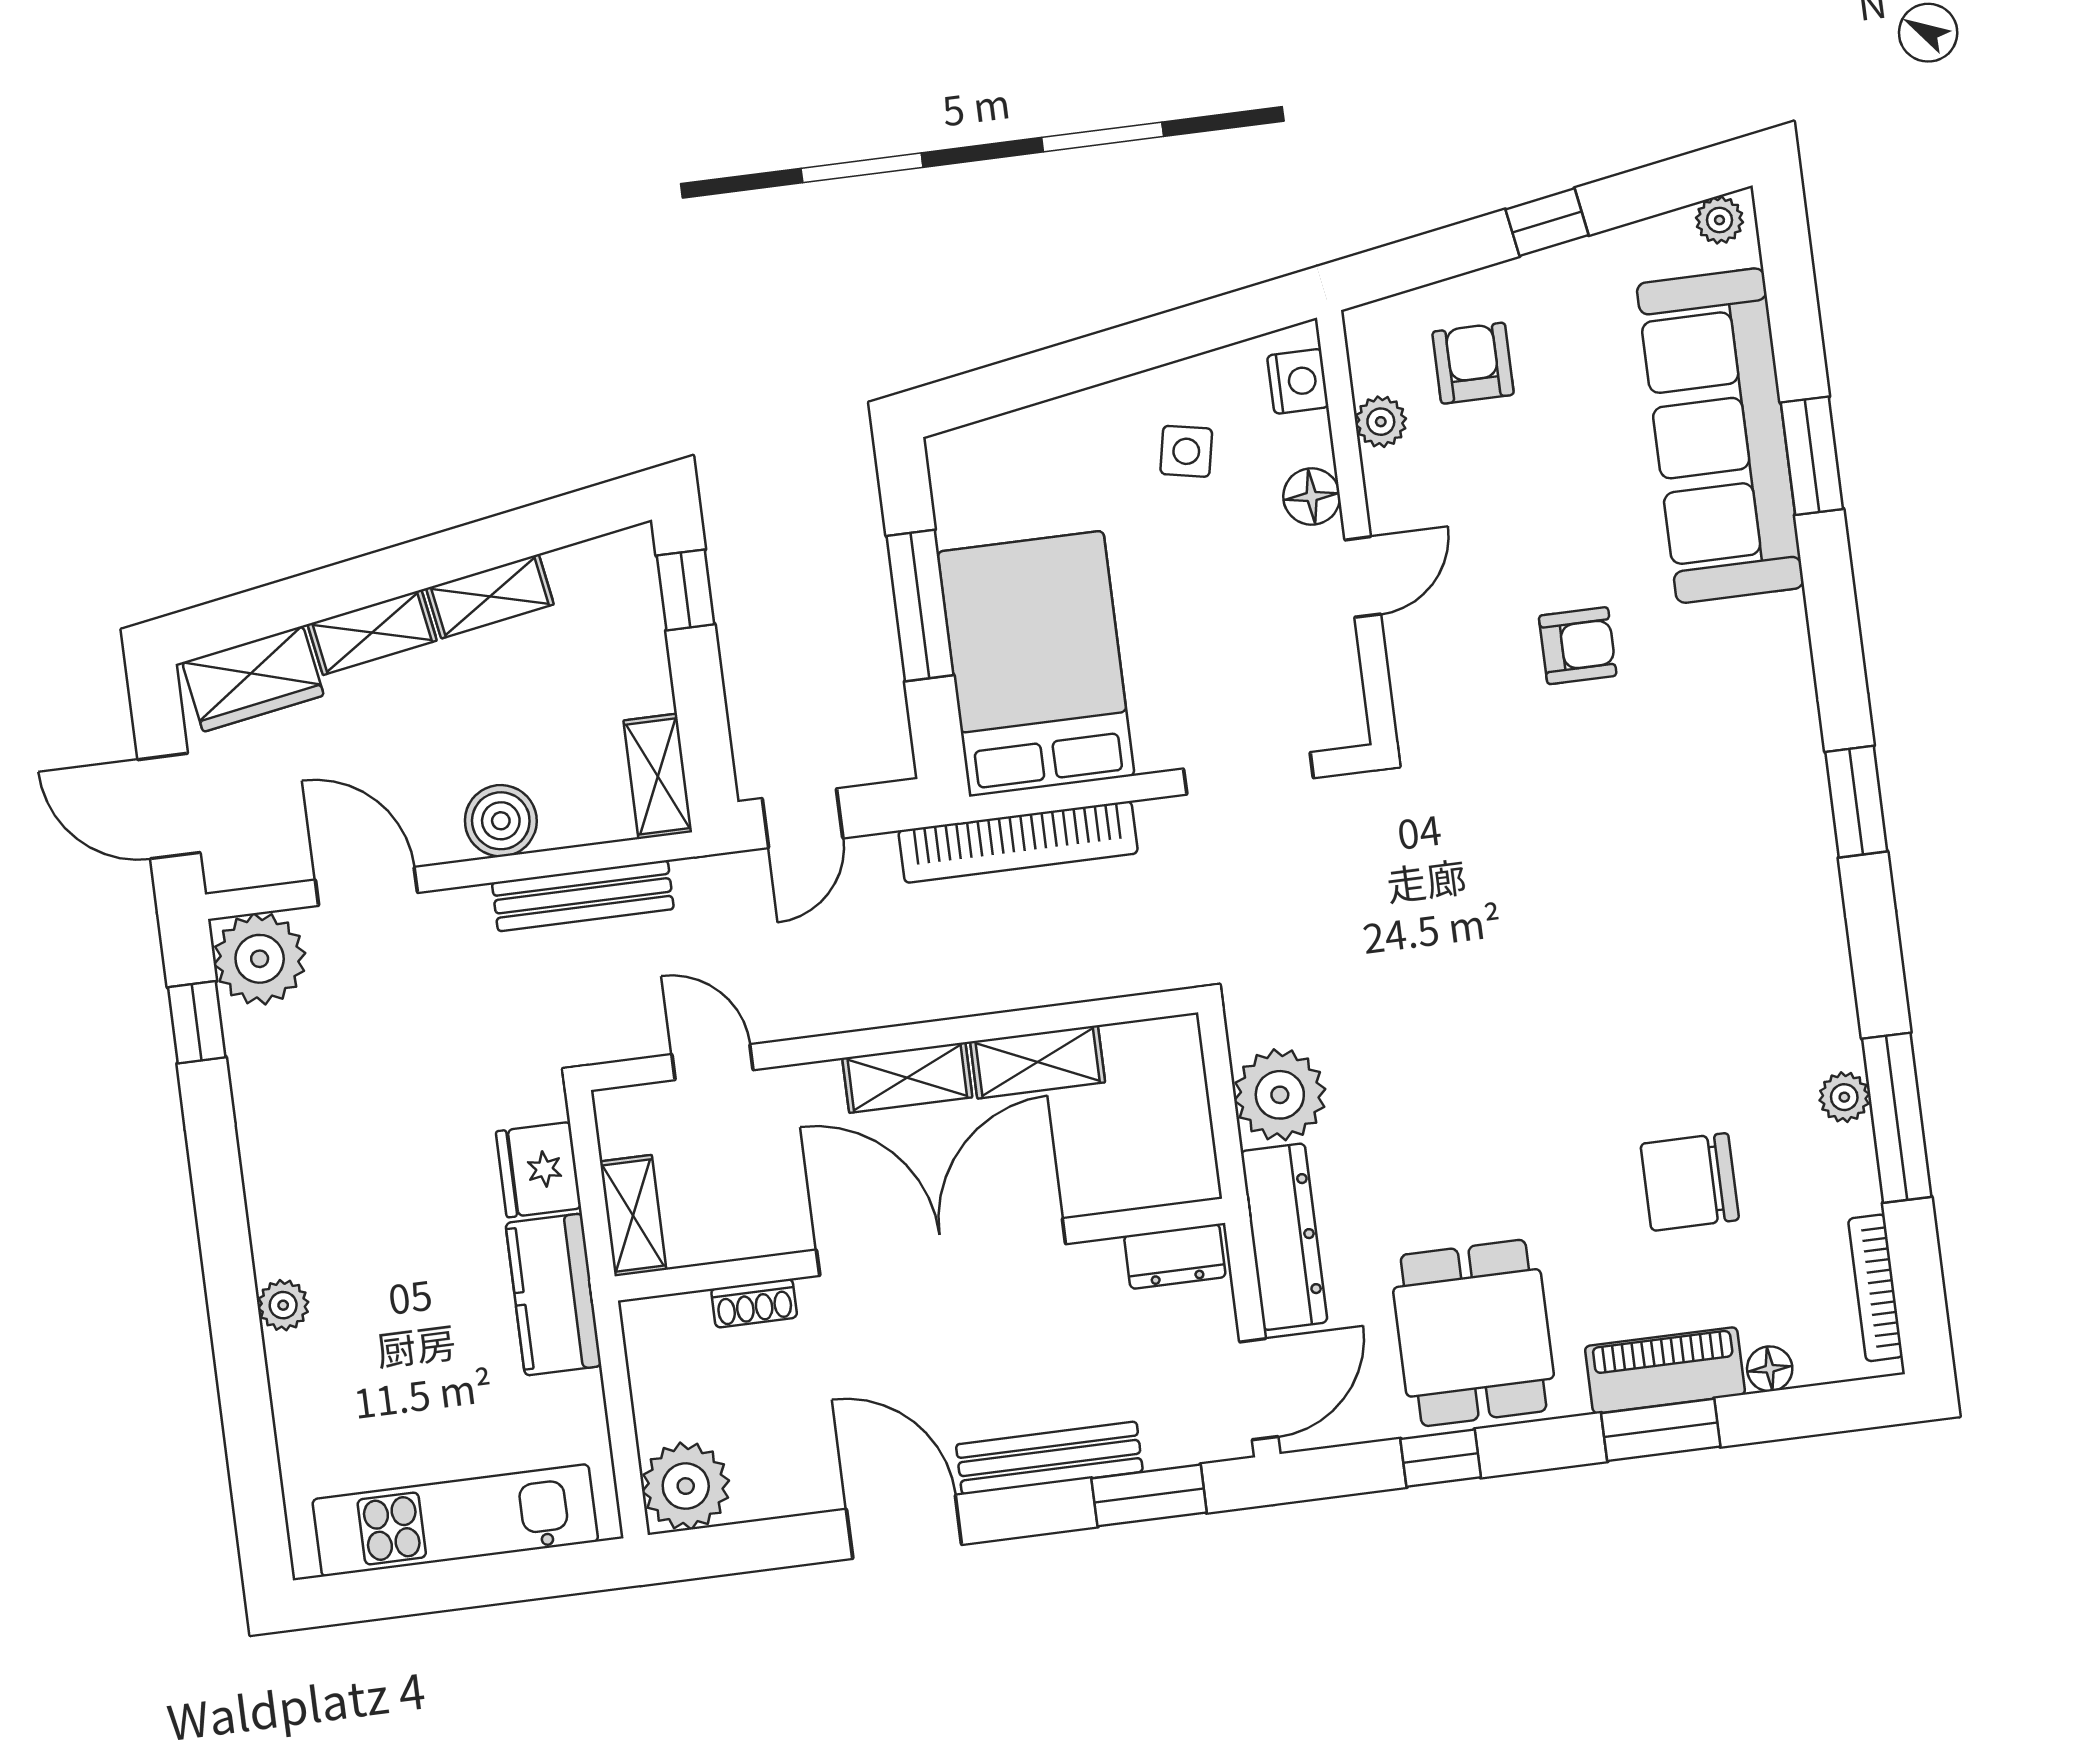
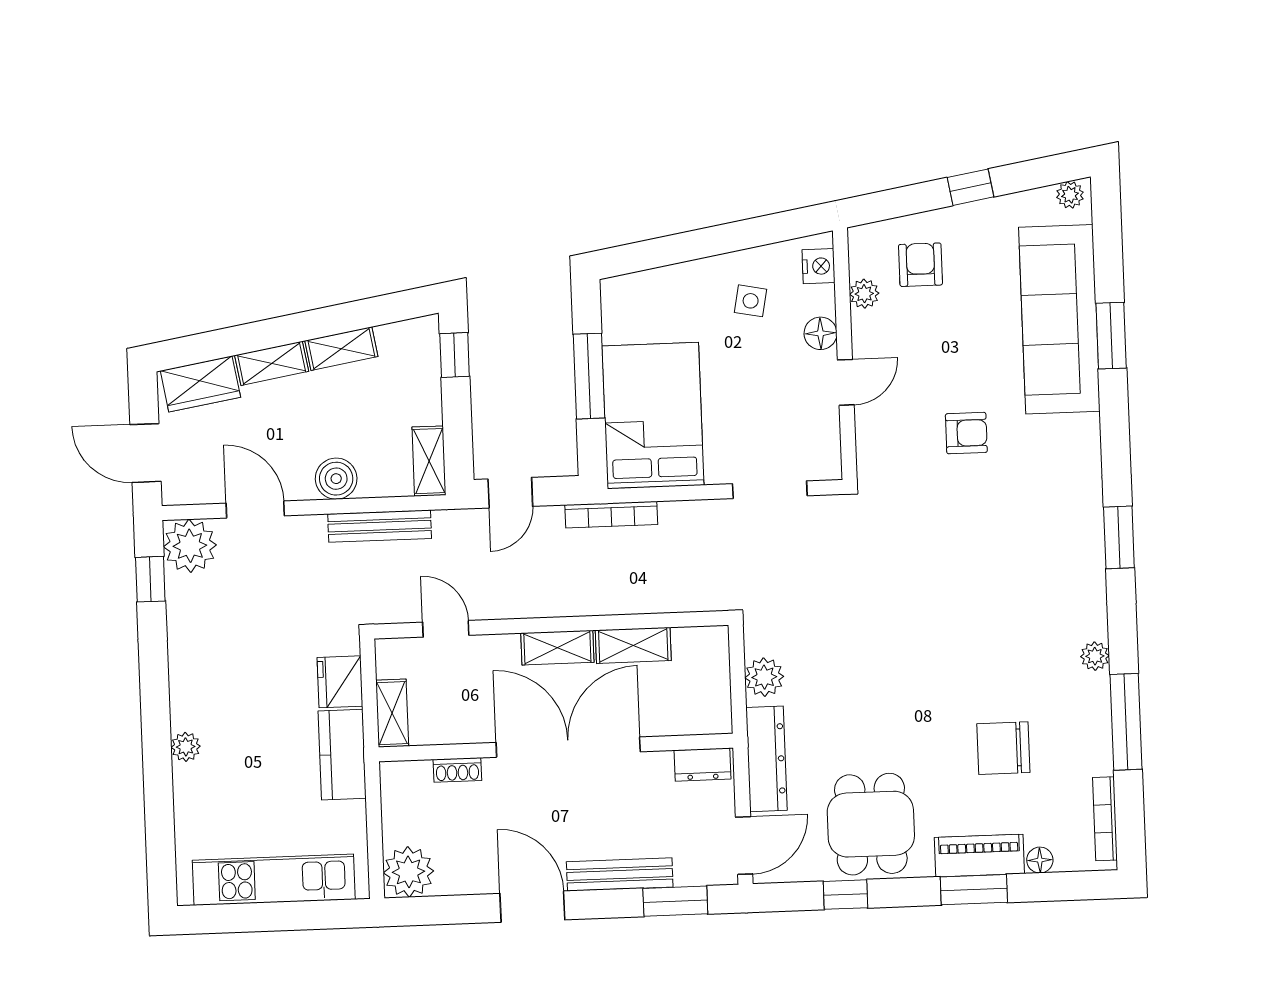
bookcase: (1018, 842) -> (611, 515), width x0.68, depth x0.76
plant: (1280, 1095) -> (764, 677), width x0.73, depth x0.73
plant: (1844, 1097) -> (1095, 656), moved

